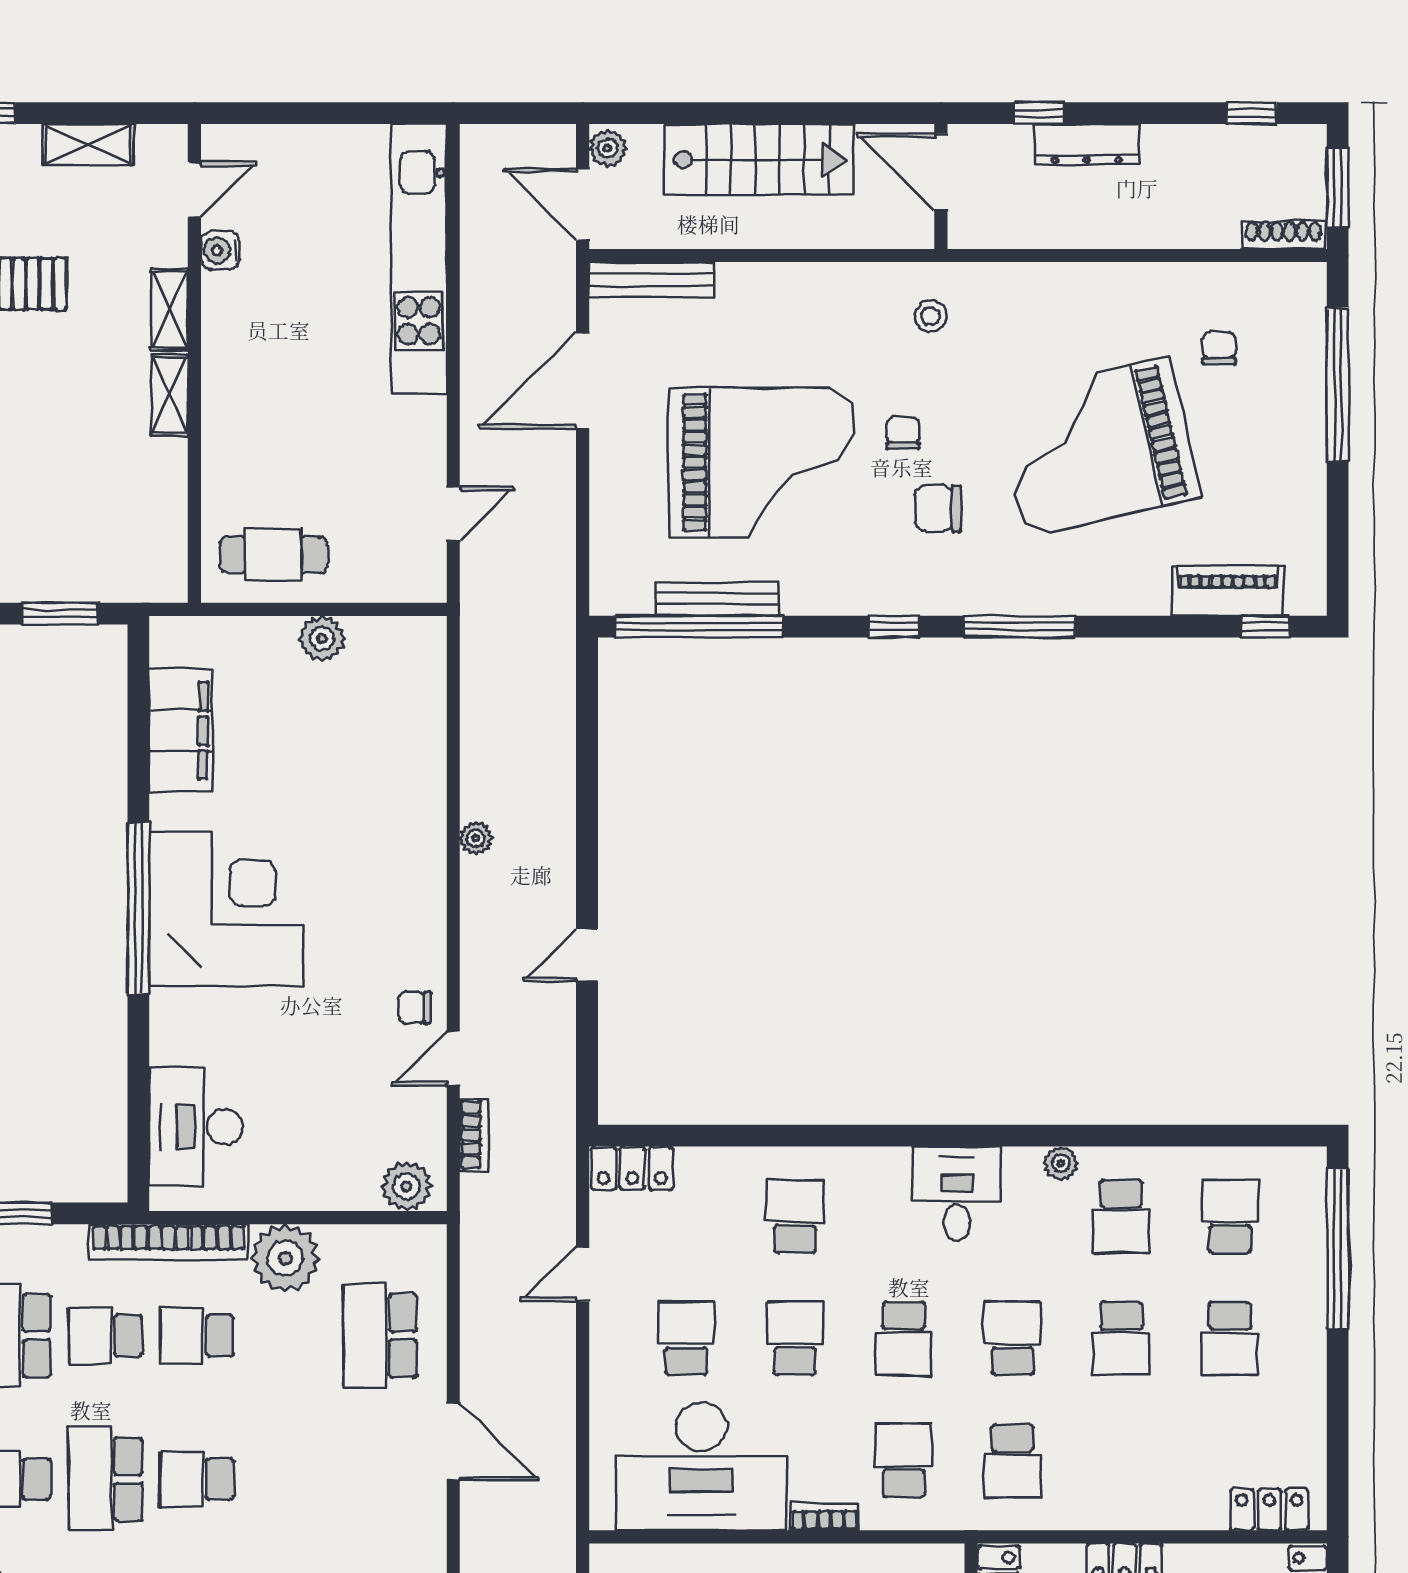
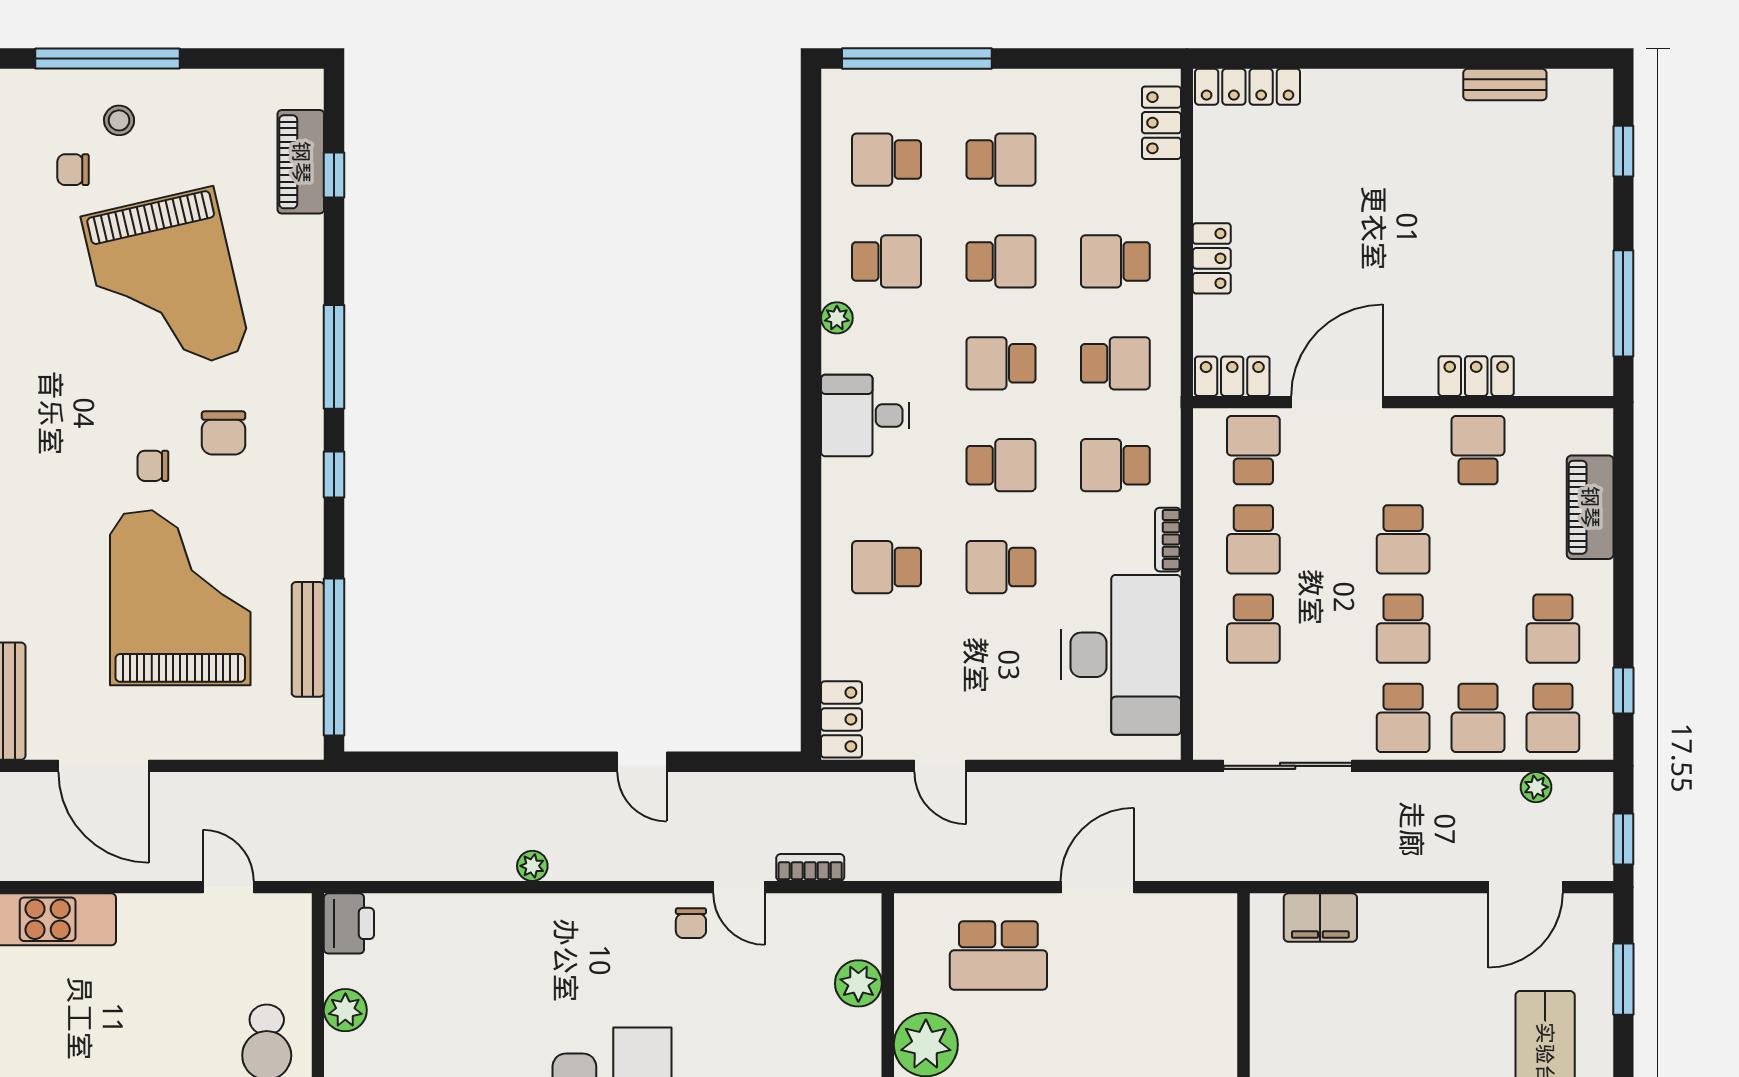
stool: (930, 316) -> (119, 120), moved
window: (1265, 627) -> (334, 175), moved
printer: (415, 642) -> (349, 923), added
plant: (407, 1186) -> (858, 983), moved
school desk: (686, 1338) -> (1115, 261), moved

